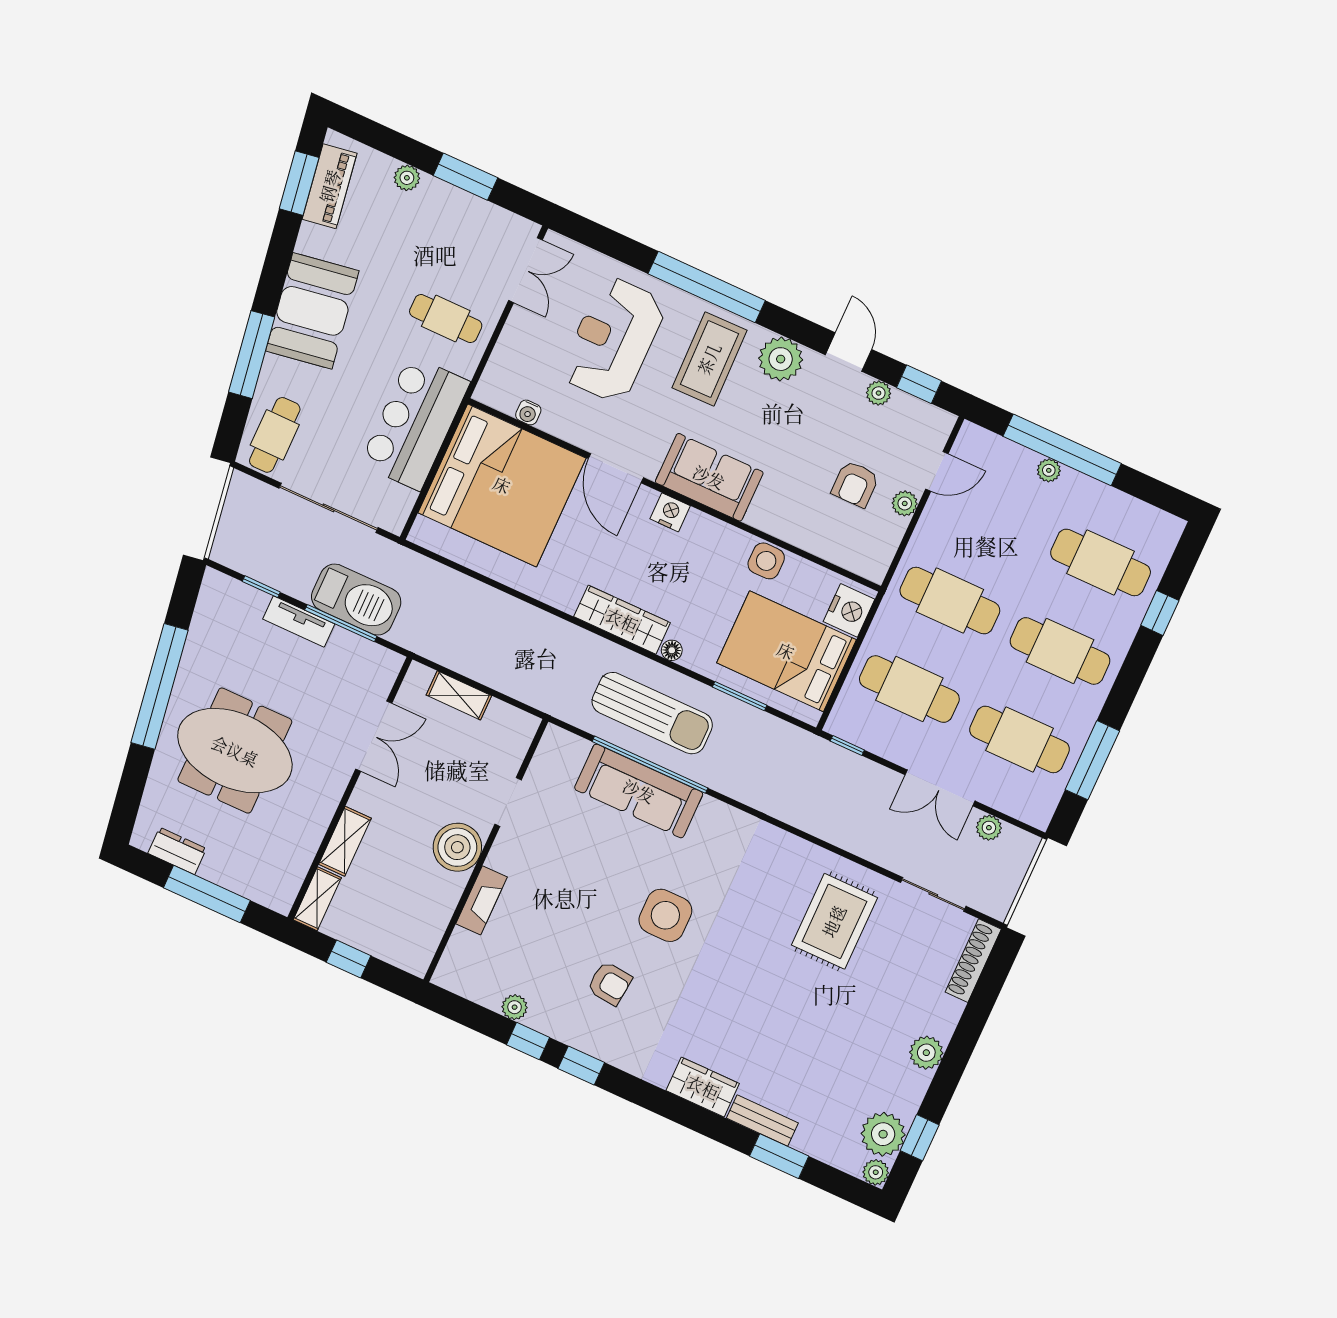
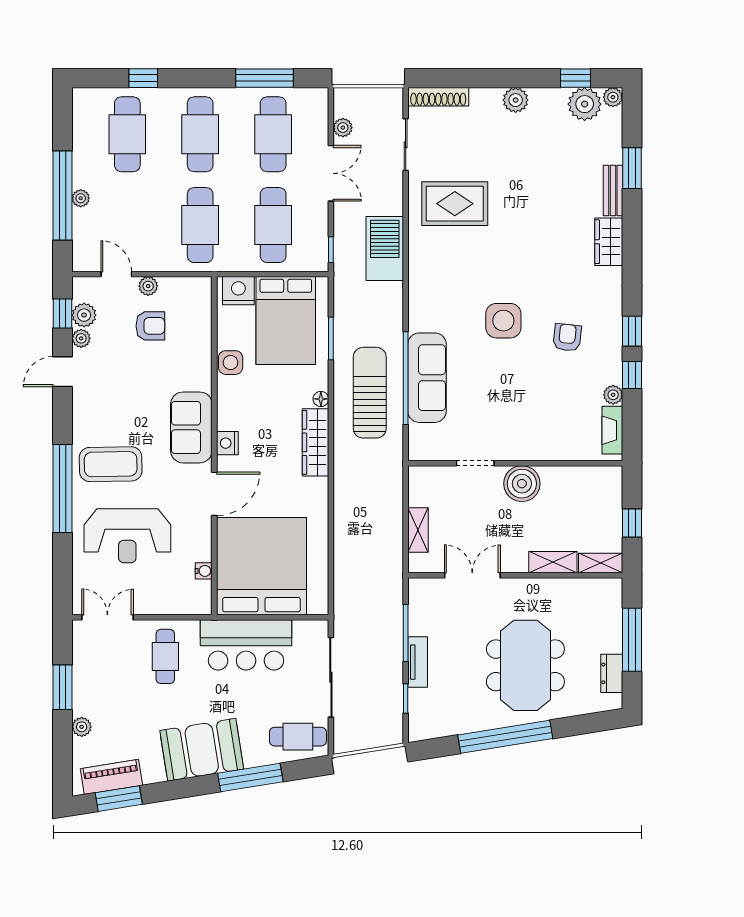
plant: (781, 359) -> (84, 315), moved, width x0.73, depth x0.73
barbecue: (356, 599) -> (385, 248), moved
fireplace: (481, 900) -> (612, 430), moved, turned -90

